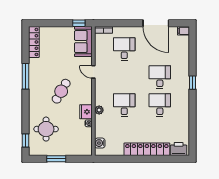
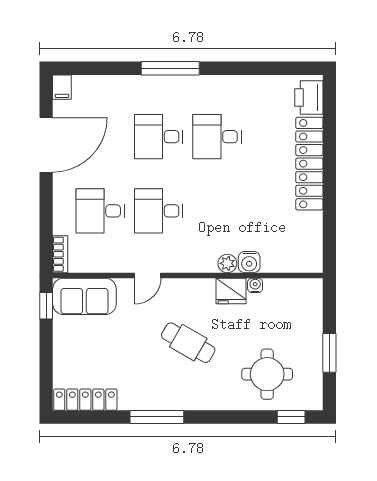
window: (193, 83) -> (170, 68), width x2.17
desk: (124, 105) -> (159, 211), moved
water cooler: (100, 143) -> (249, 262), moved

